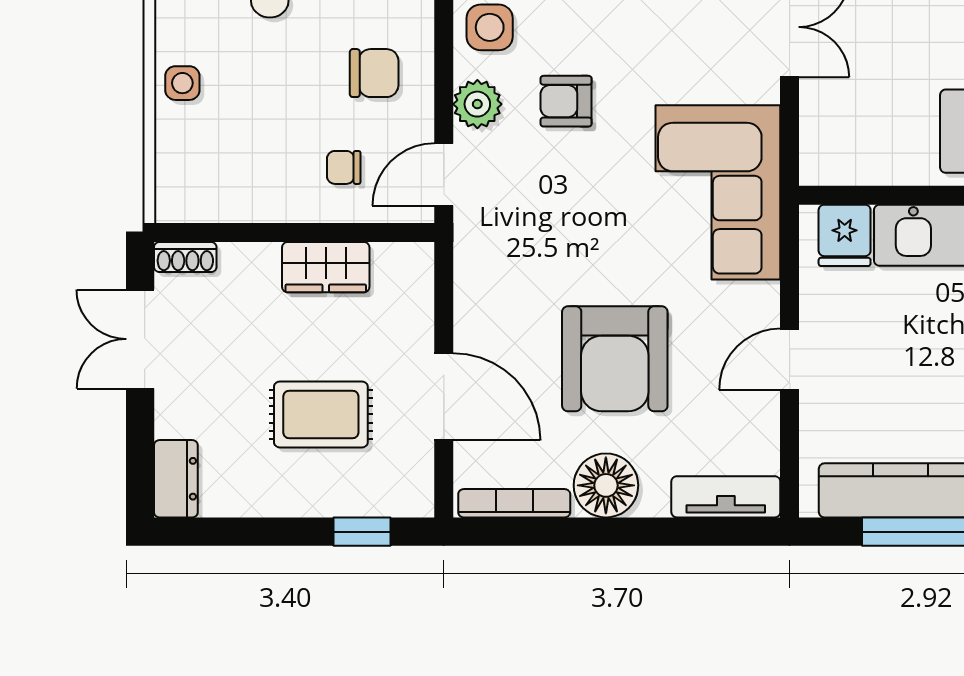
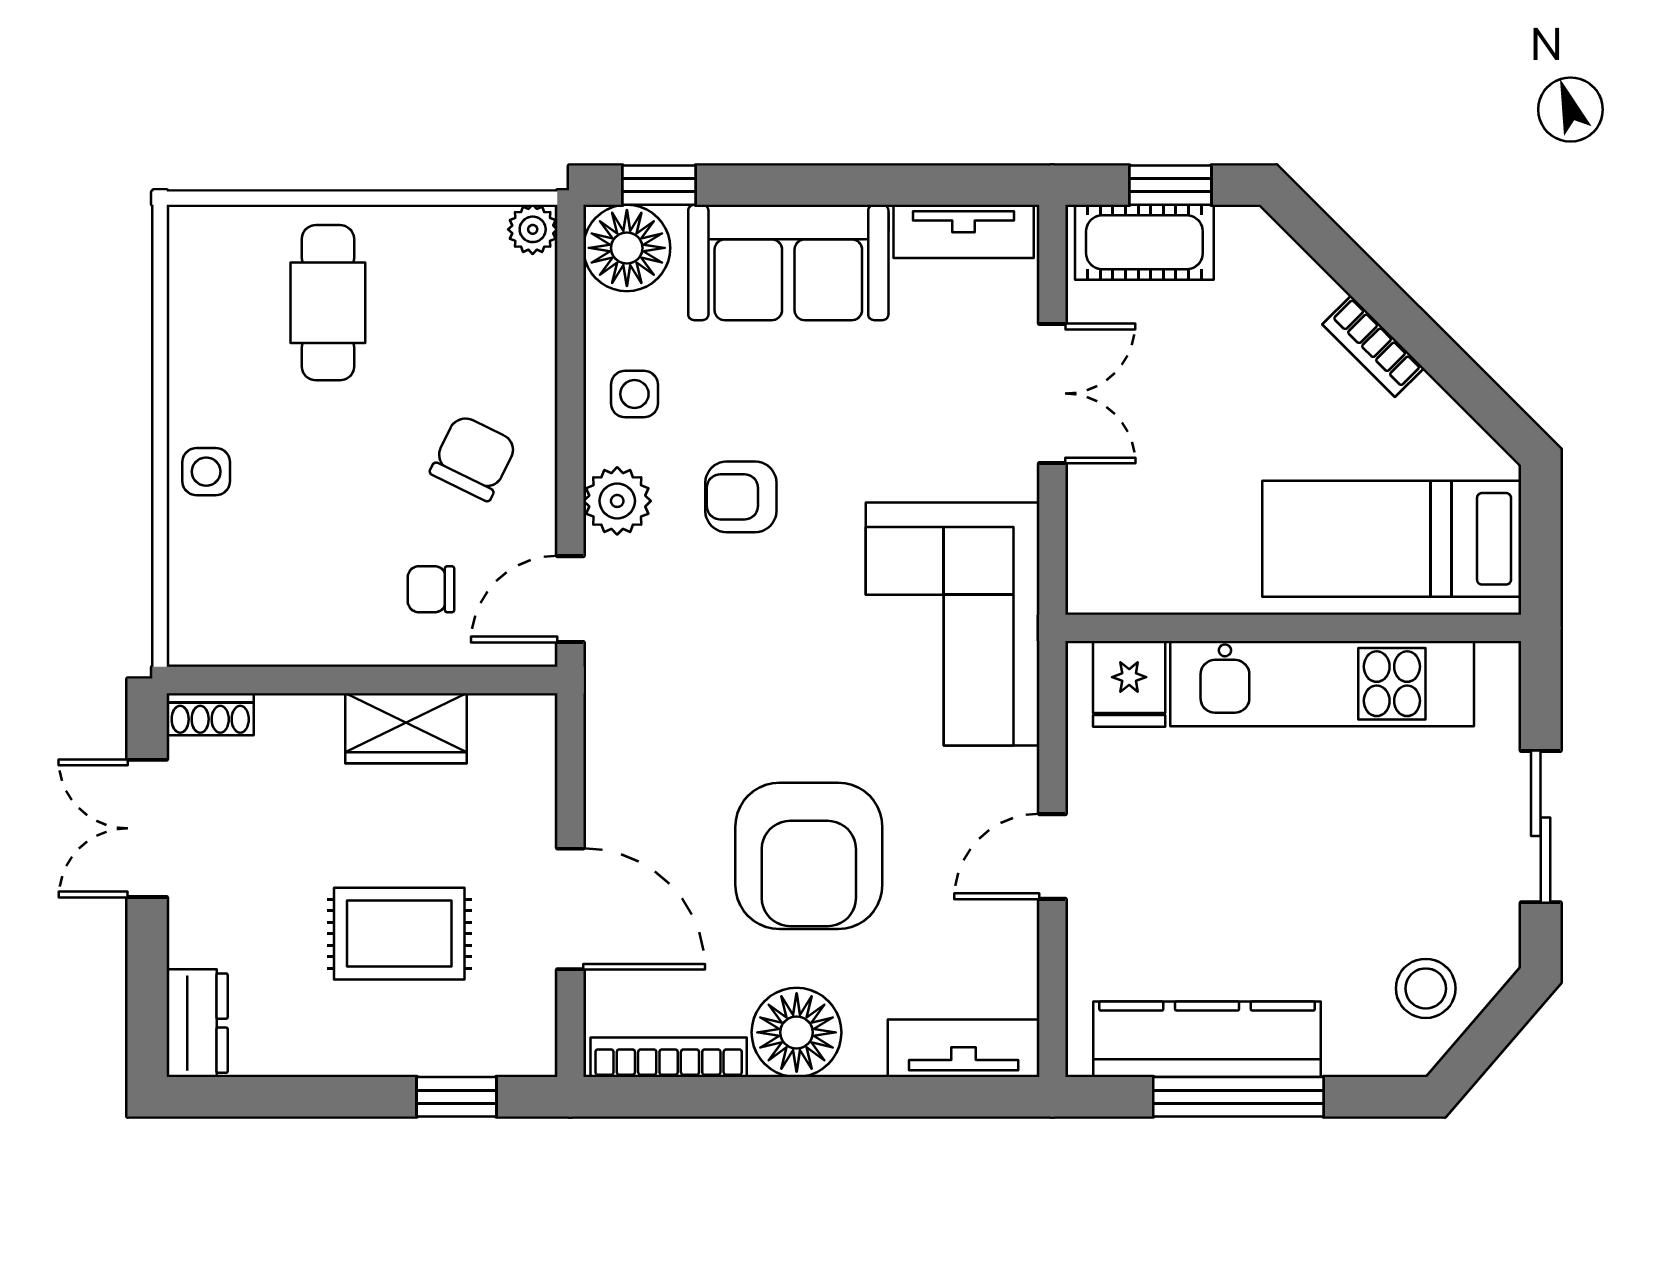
side table: (490, 27) -> (634, 394), width x0.73, depth x0.73
chair: (374, 73) -> (473, 458), turned -64

